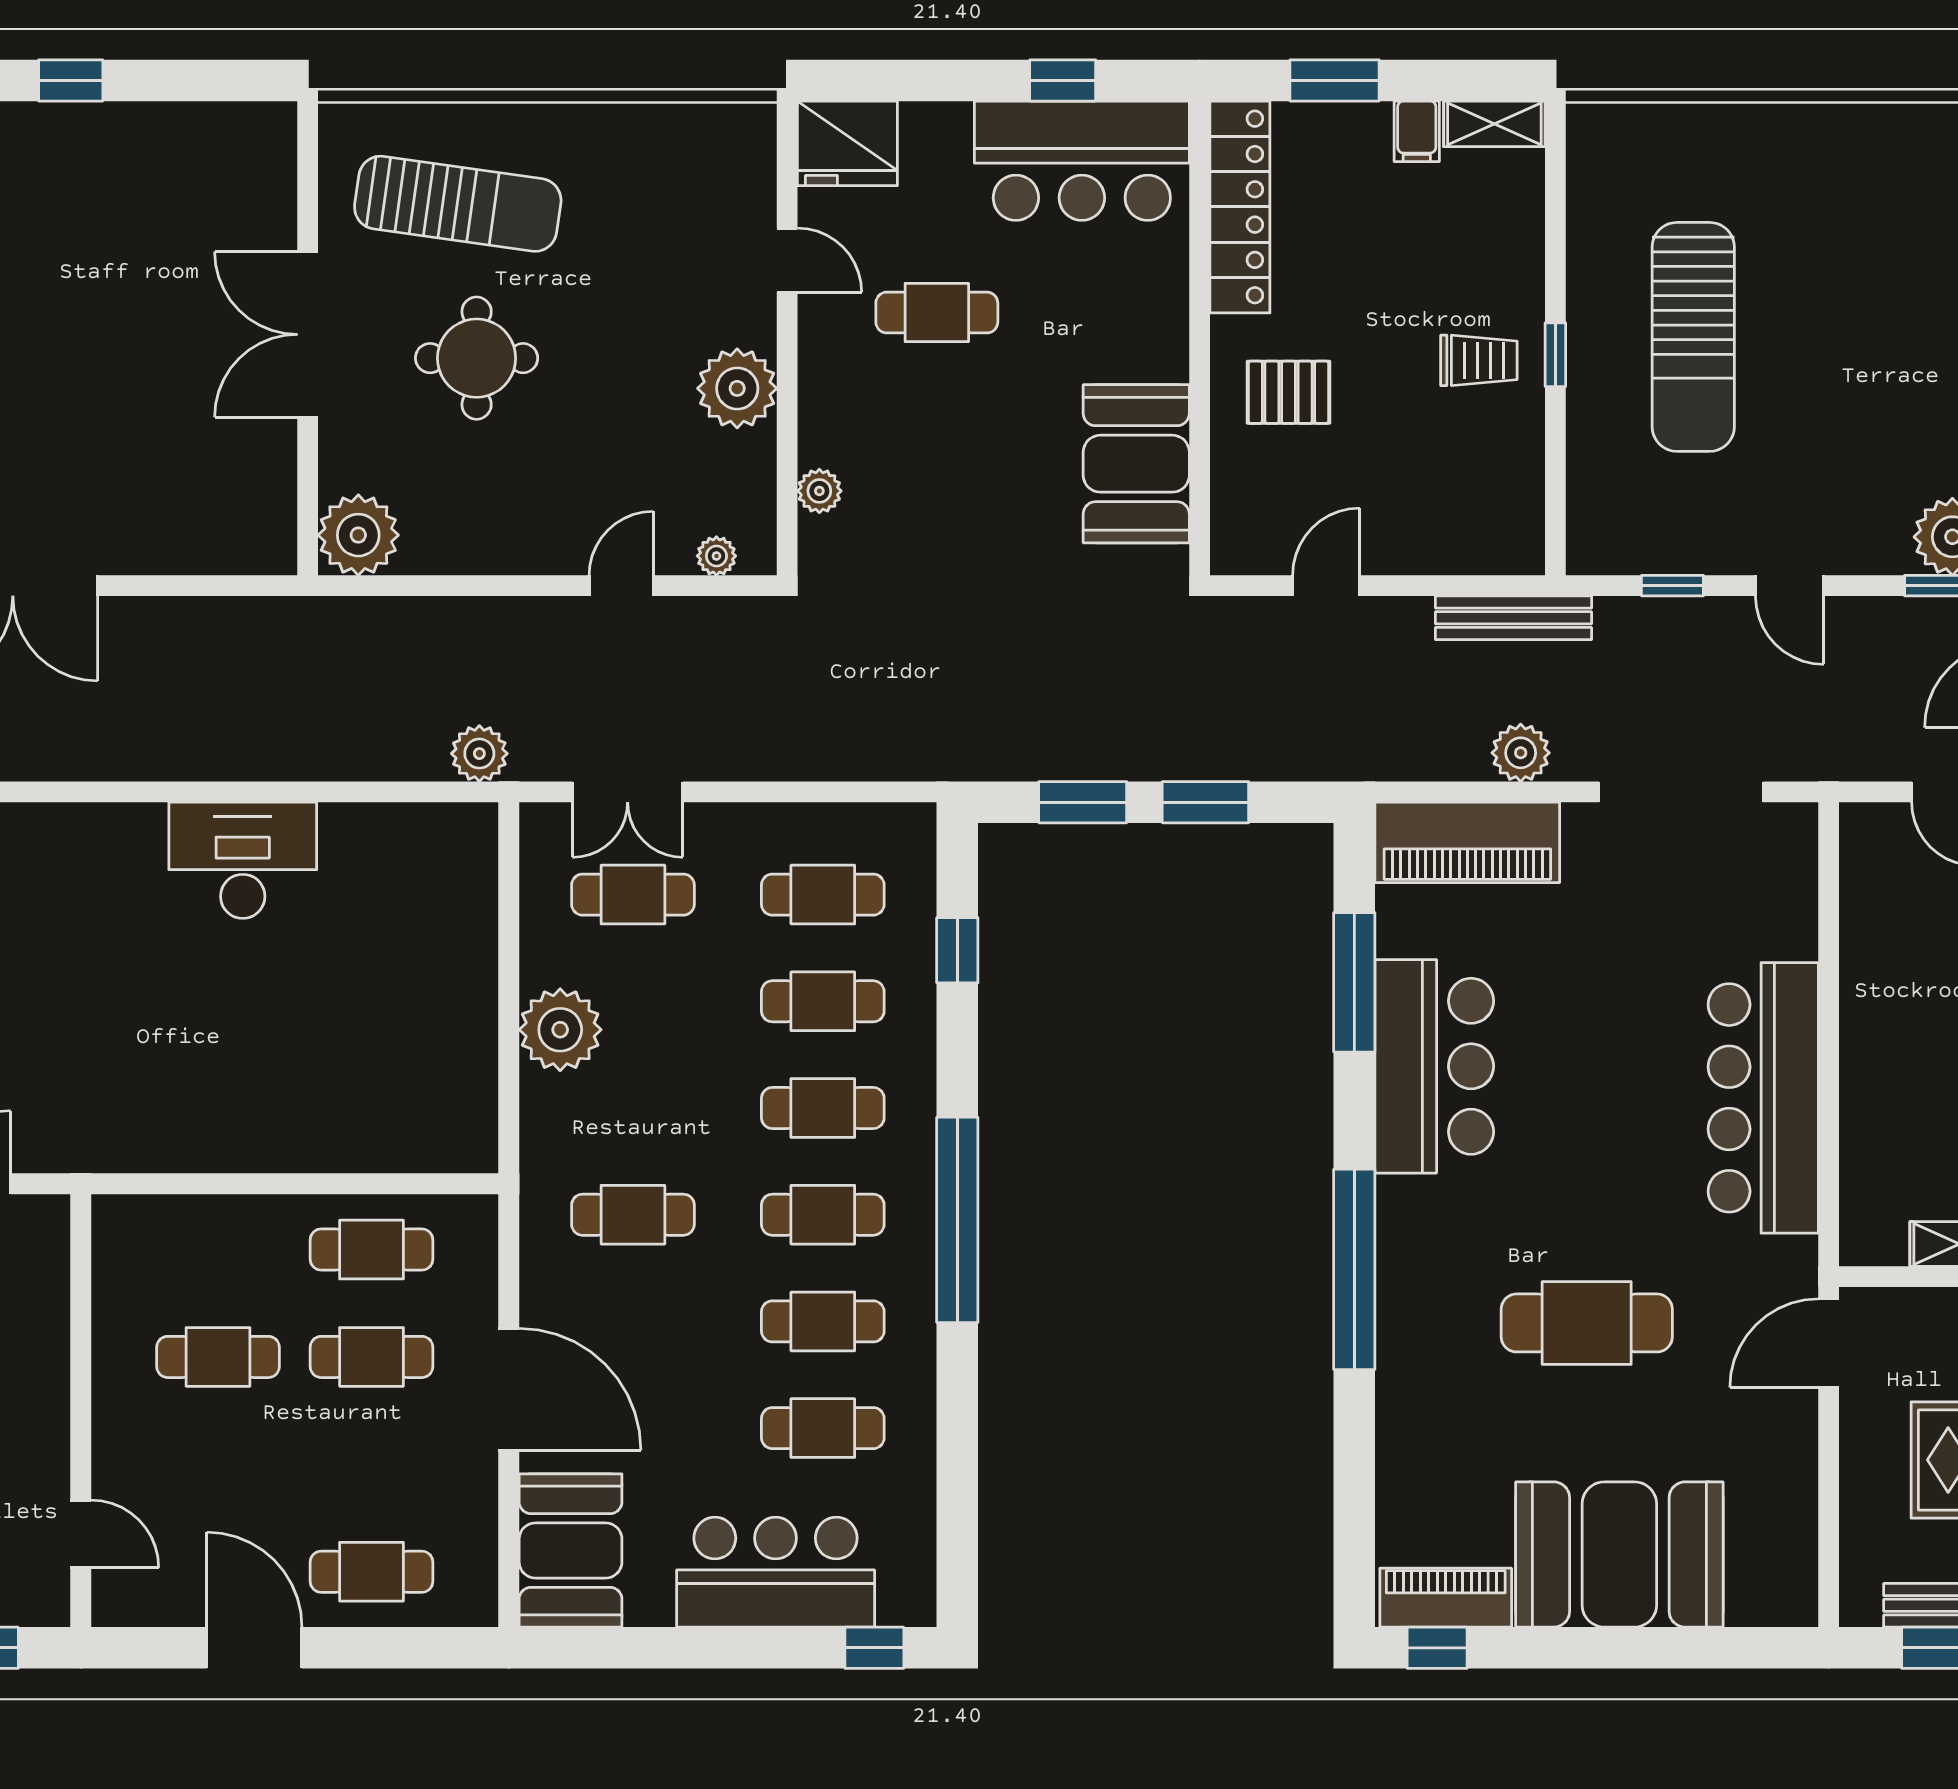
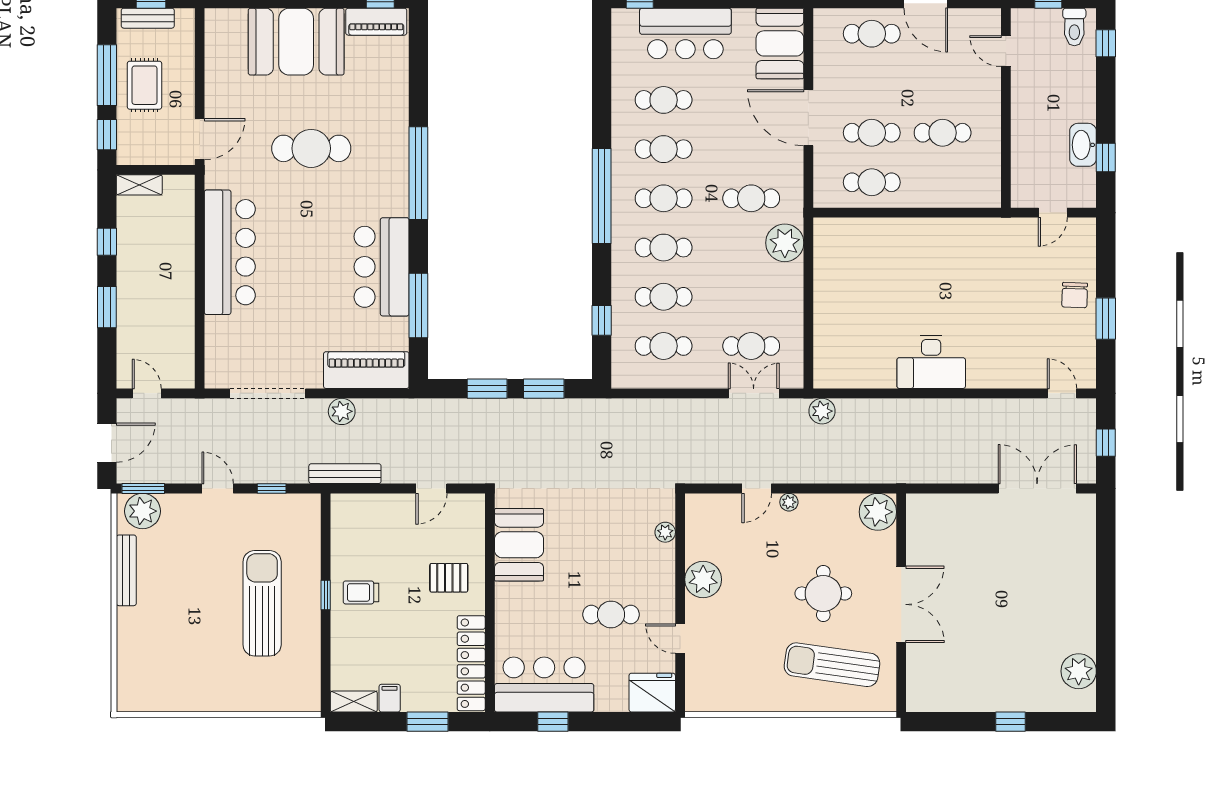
plant: (716, 556) -> (789, 502), moved
plant: (560, 1030) -> (785, 243), moved

